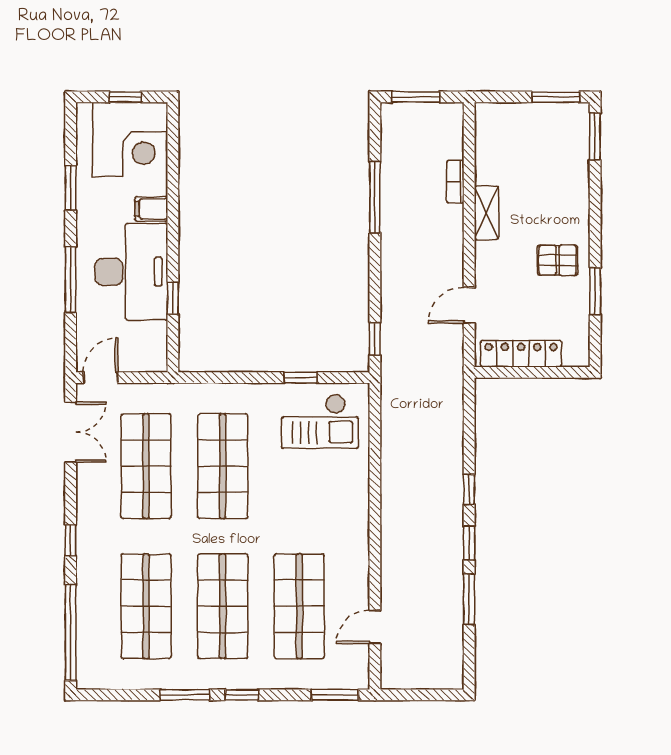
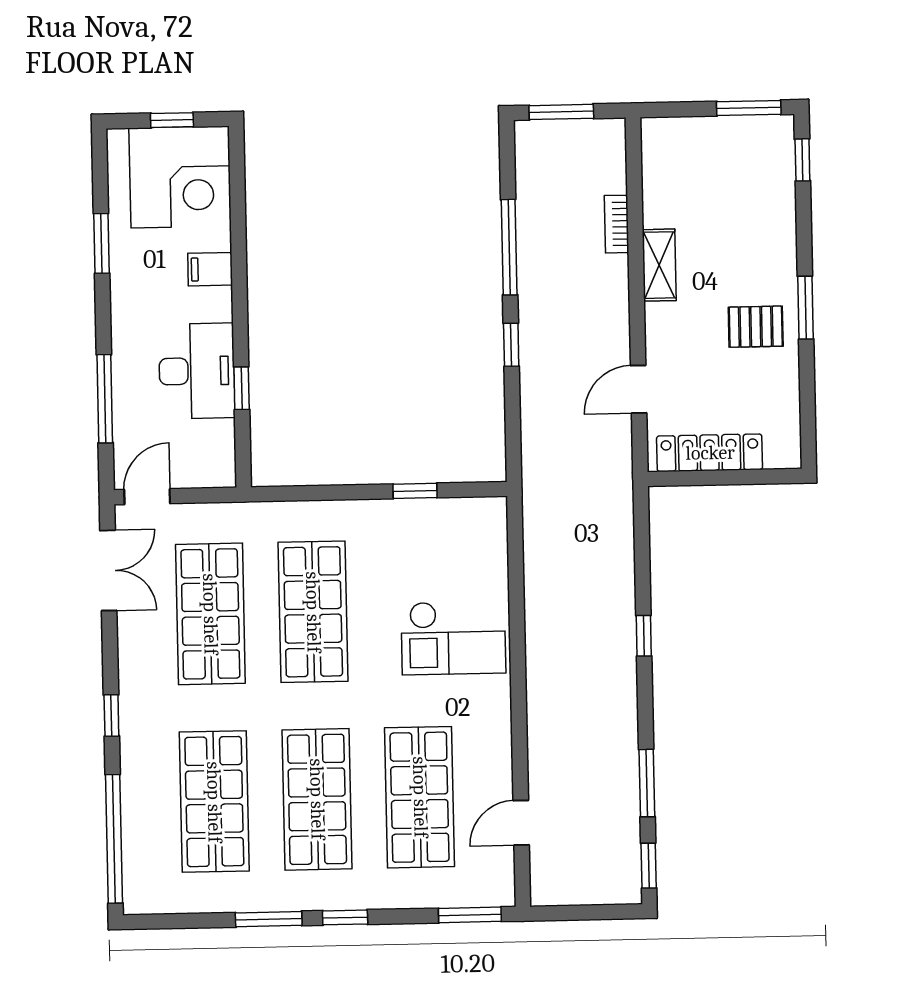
window: (595, 137) -> (802, 160), width x0.67
desk: (131, 272) -> (197, 371), width x0.73, depth x0.77
window: (71, 280) -> (105, 399), moved
window: (595, 291) -> (806, 308), moved
window: (375, 339) -> (511, 345), moved
checkout: (320, 421) -> (453, 638), moved
window: (469, 543) -> (649, 866), moved

